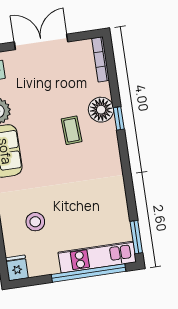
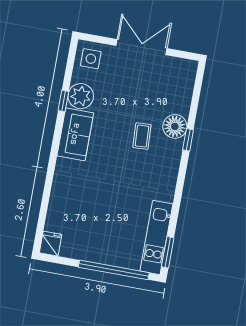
bookcase: (101, 59) -> (190, 81), removed
stool: (35, 222) -> (81, 207), removed
kitchen unit: (97, 257) -> (156, 237), moved, turned -90

